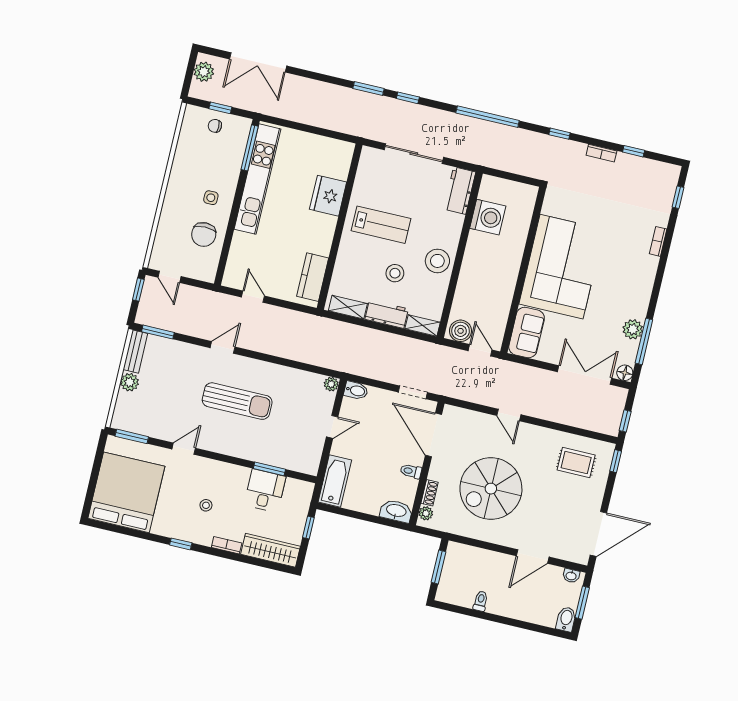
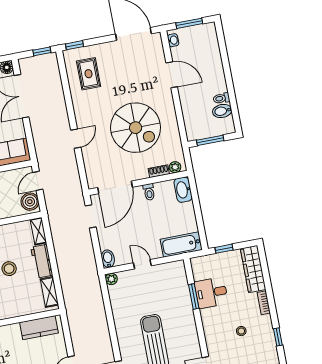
bidet: (566, 619) -> (222, 111), moved

